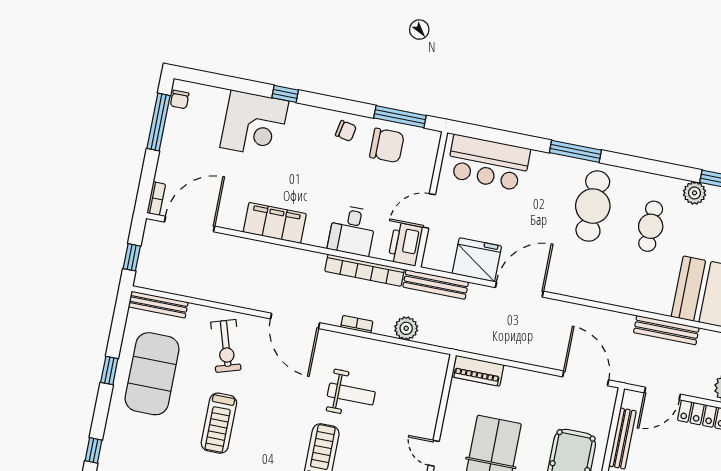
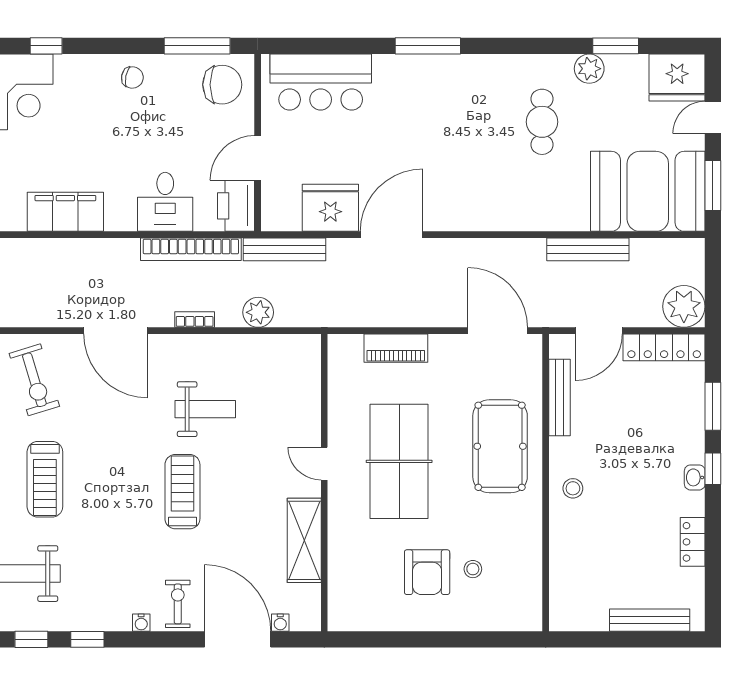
chair: (387, 145) -> (222, 85), moved
cafe table: (593, 206) -> (464, 111), removed
piano: (478, 371) -> (396, 348), moved

